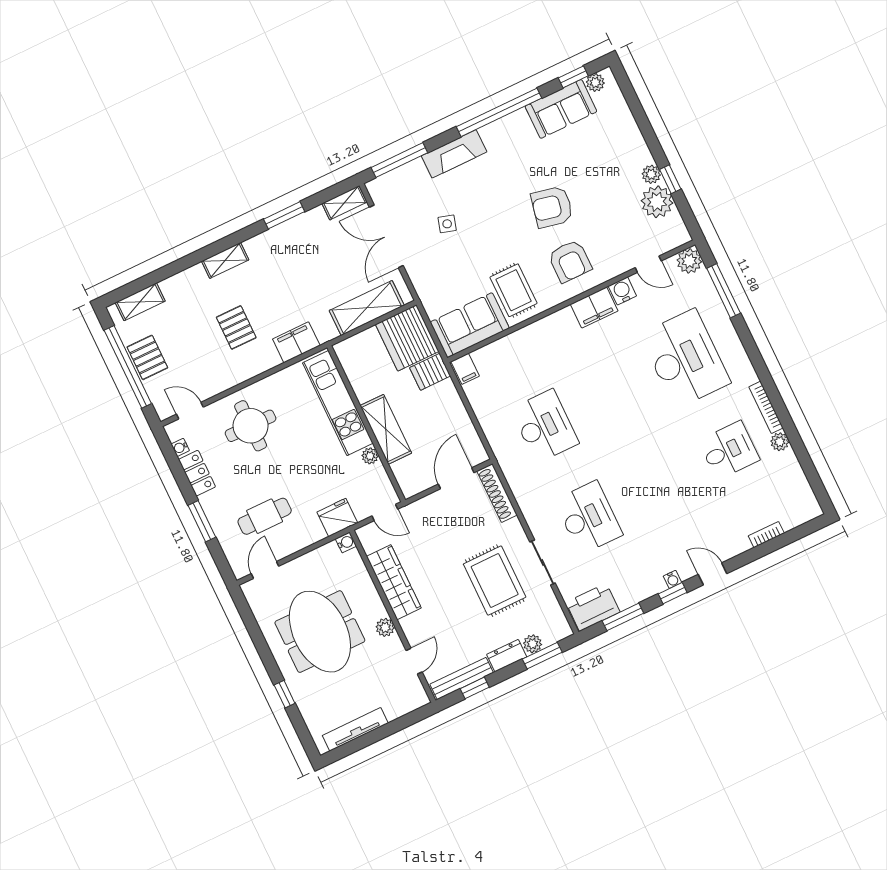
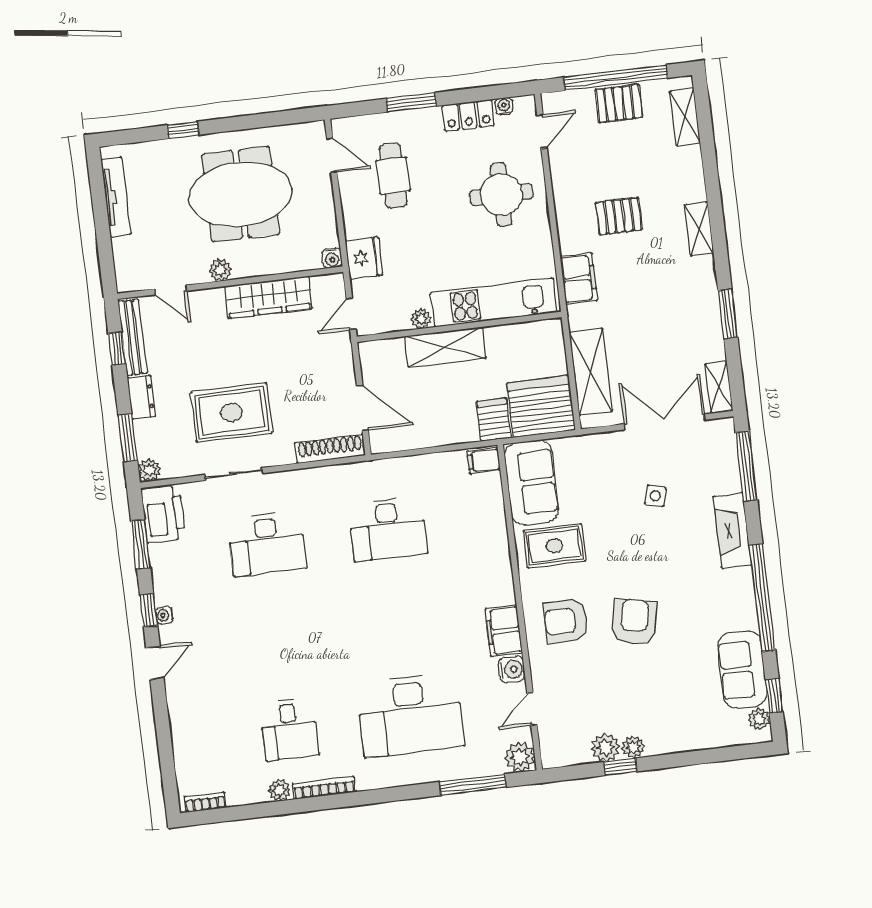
plant: (657, 202) -> (605, 748), width x0.73, depth x0.73
bookcase: (766, 535) -> (205, 802), moved, turned -90
plant: (533, 644) -> (150, 470), moved

